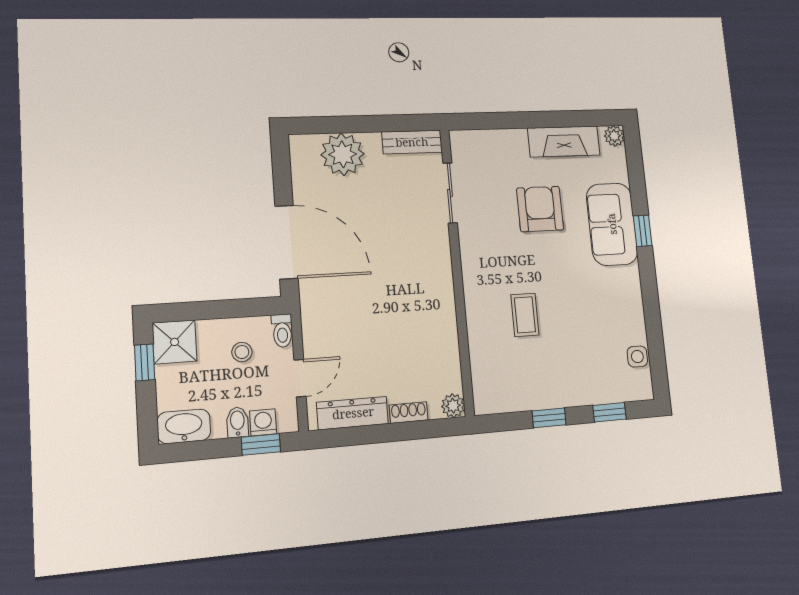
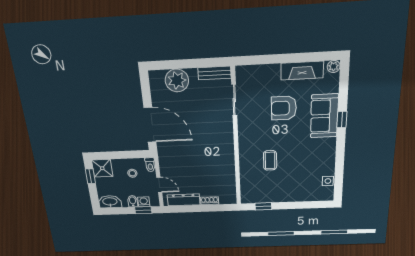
armchair: (540, 209) -> (284, 108), turned -90
door: (300, 378) -> (159, 185), hinge flipped
plant: (453, 406) -> (231, 199), removed
window: (609, 412) -> (309, 205), removed
window: (549, 418) -> (263, 206), moved

